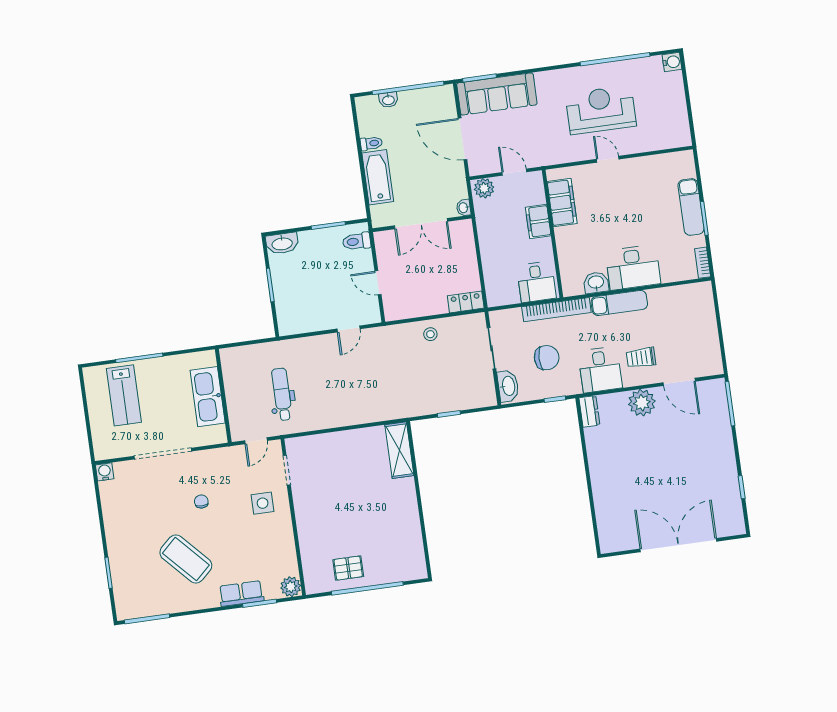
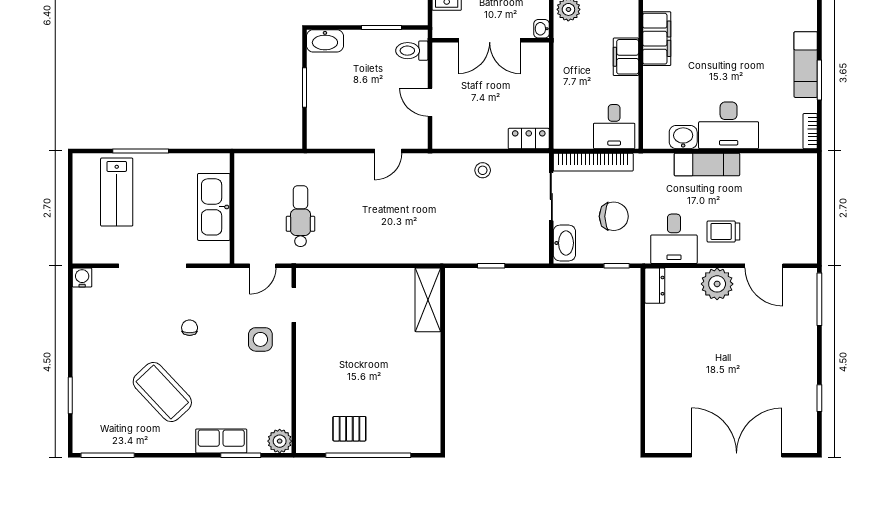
bookcase: (556, 310) -> (593, 162), moved

